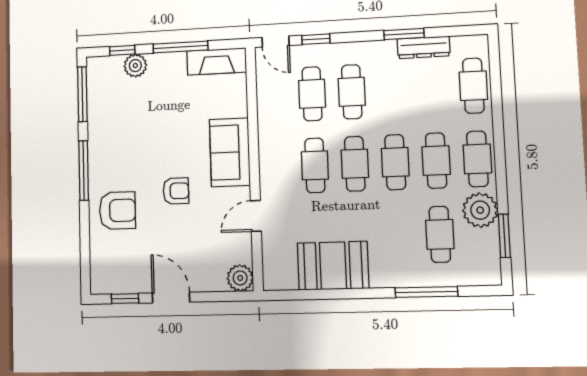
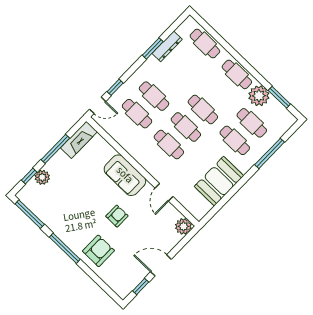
cafe table: (436, 161) -> (235, 140), moved

